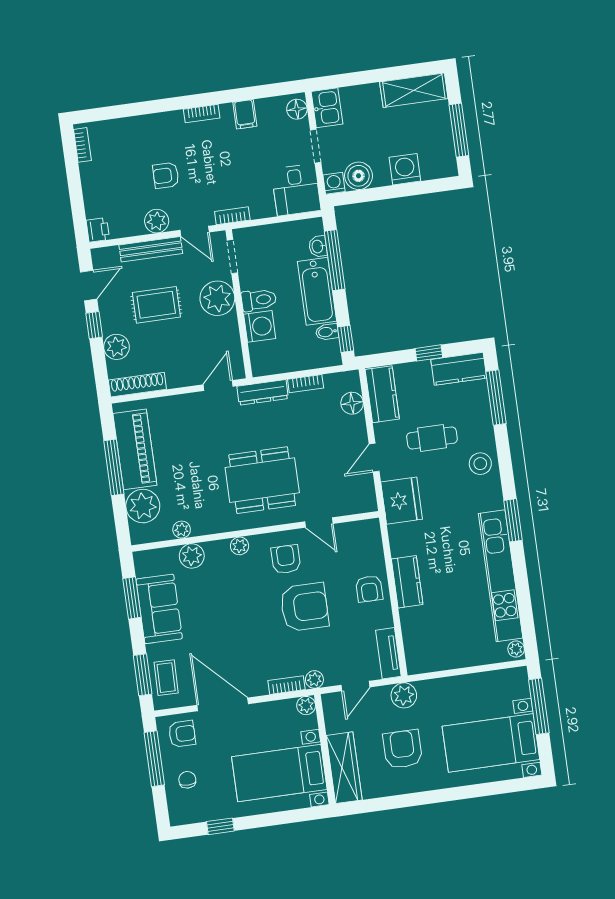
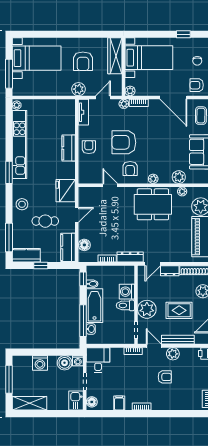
dresser: (184, 377) -> (170, 271), added
dining table: (262, 480) -> (153, 204), moved

